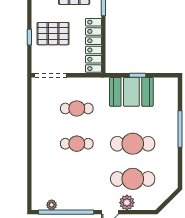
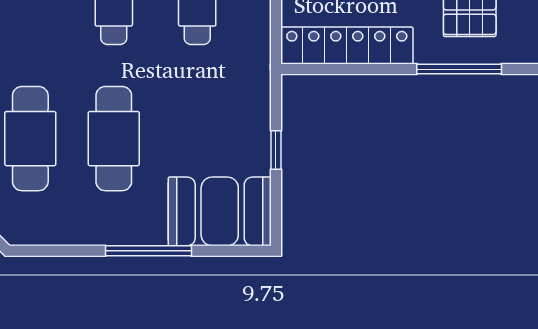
booth: (131, 92) -> (220, 211), moved, turned 90

